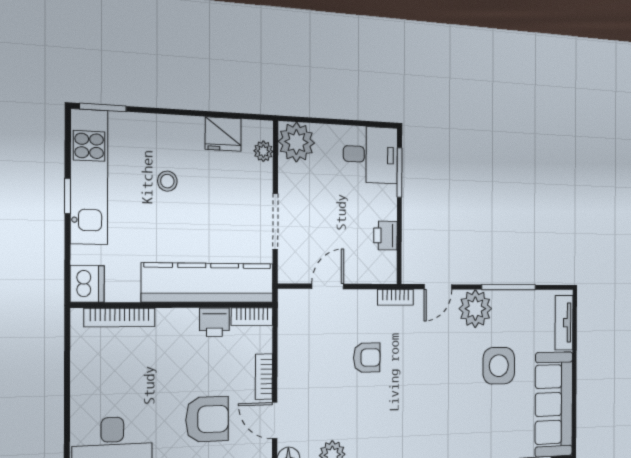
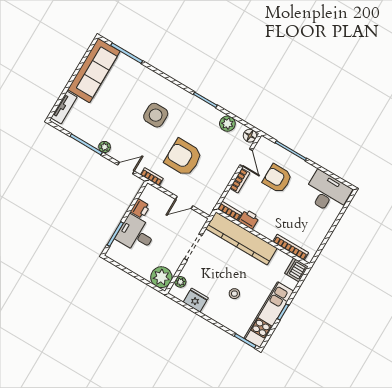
desk: (371, 155) -> (136, 234), moved
plant: (475, 309) -> (105, 147), width x0.53, depth x0.53
armchair: (367, 358) -> (183, 157), width x1.88, depth x1.88
side table: (499, 366) -> (156, 115), moved

